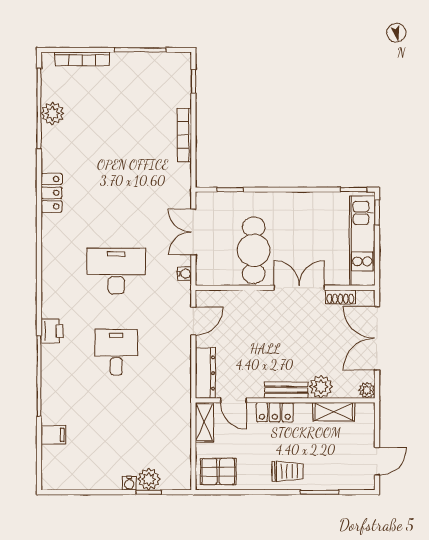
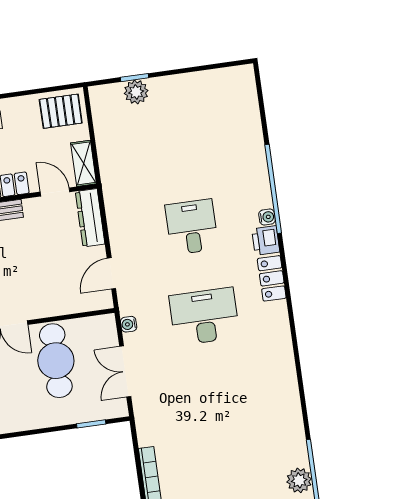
locker: (51, 193) -> (272, 278), moved
double door: (193, 232) -> (125, 371), swing flipped
desk: (116, 271) -> (204, 316), turned 180
desk: (116, 352) -> (192, 227), turned 180
filing cabinet: (54, 435) -> (248, 126), removed
water cooler: (129, 483) -> (267, 217), moved, turned 90

